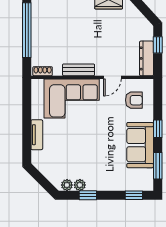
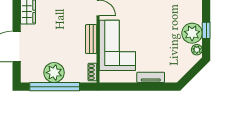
plant: (42, 29) -> (54, 73), added
plant: (80, 185) -> (192, 33), width x1.87, depth x1.87

